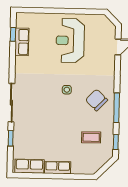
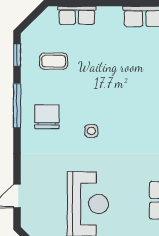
chair: (97, 100) -> (47, 117), turned -134
row of seats: (58, 168) -> (77, 15), moved

